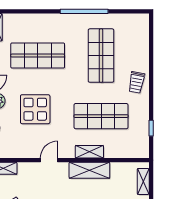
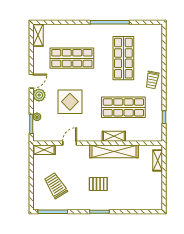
door: (49, 160) -> (70, 143), moved
shelving: (89, 170) -> (114, 151), width x1.47

